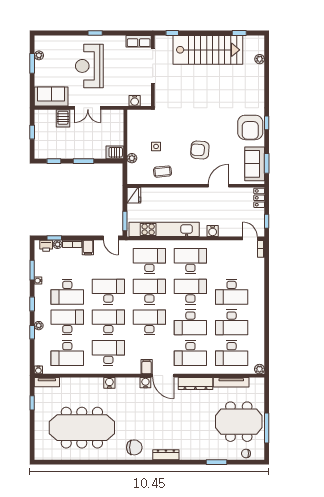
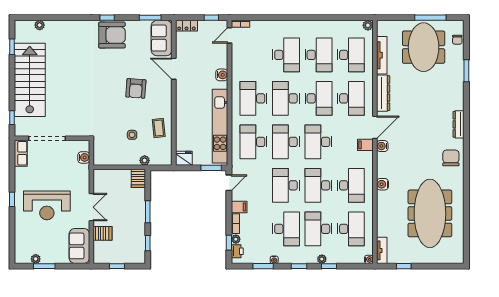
sofa: (255, 164) -> (162, 38), moved, turned 90
desk: (108, 353) -> (351, 185), turned 180

